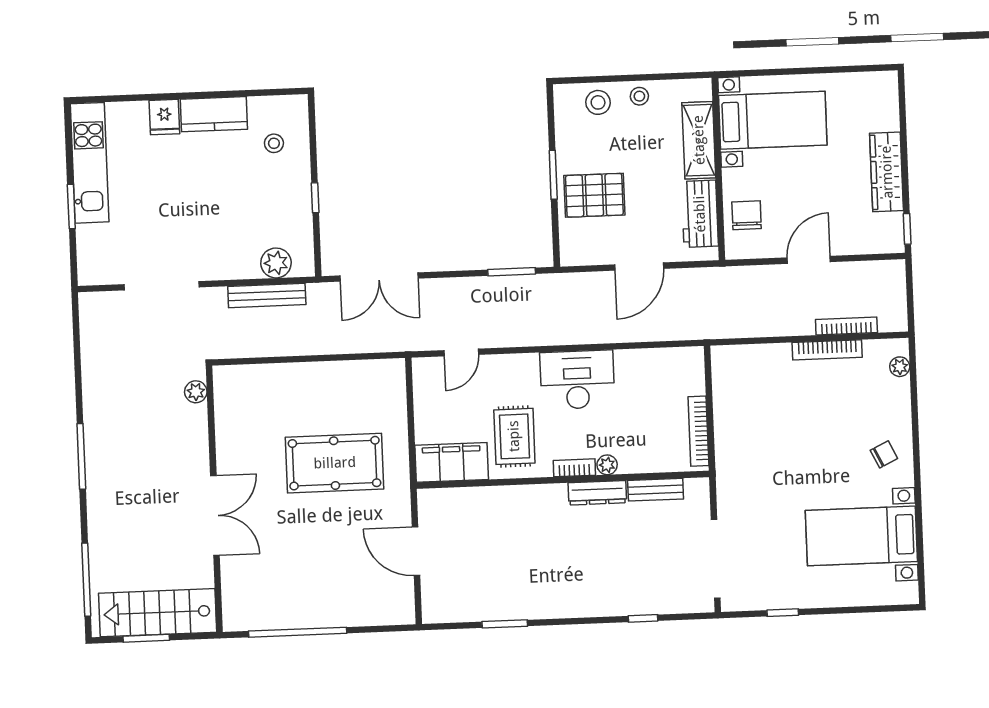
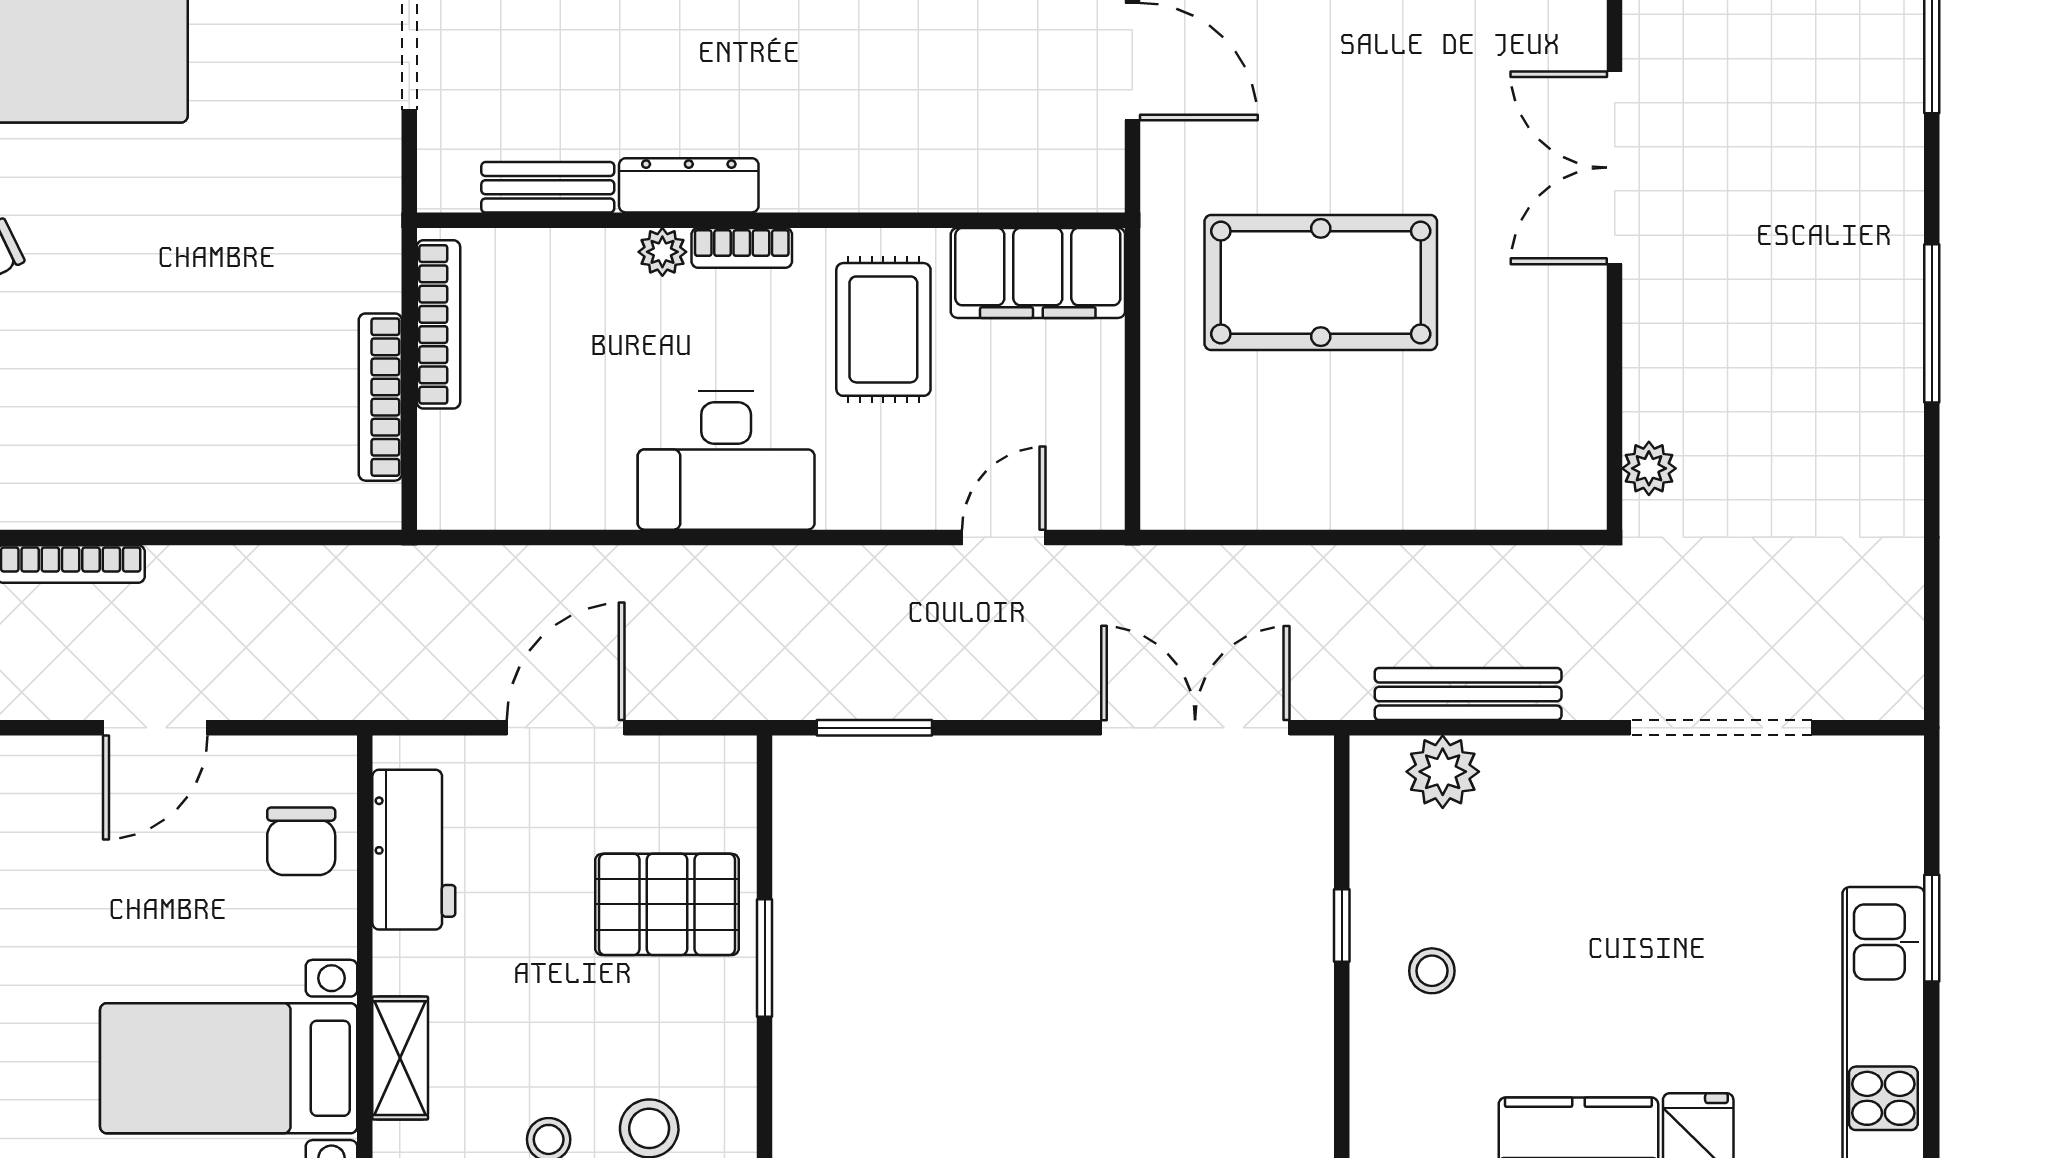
shelving: (699, 140) -> (400, 1058), width x0.67, depth x0.75
stool: (274, 143) -> (1432, 971), moved
bookcase: (827, 350) -> (380, 397), moved, turned -90

